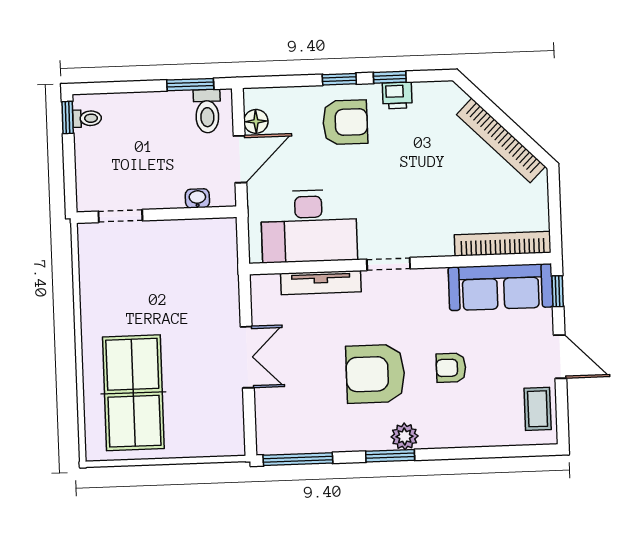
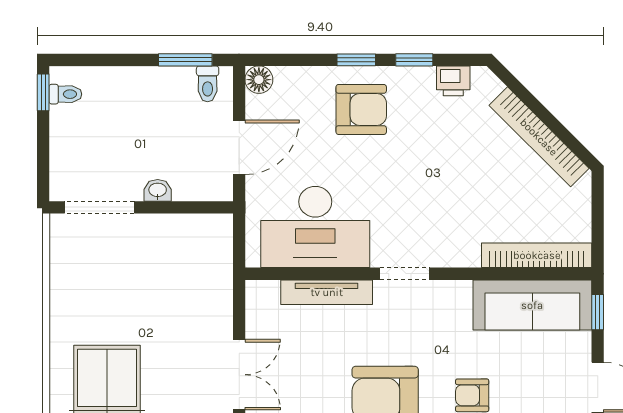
printer: (397, 95) -> (453, 81), moved
toilet: (207, 111) -> (208, 84), width x0.73, depth x0.72
floor lamp: (256, 121) -> (259, 80), moved
washbasin: (197, 198) -> (158, 190), moved
doorway: (120, 216) -> (100, 207), width x1.38

